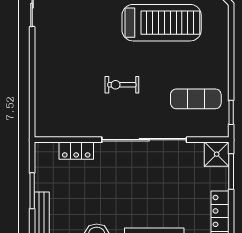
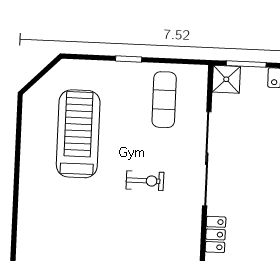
exercise bike: (122, 85) -> (145, 181), turned -90
window: (231, 112) -> (129, 59), moved

